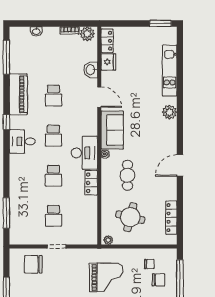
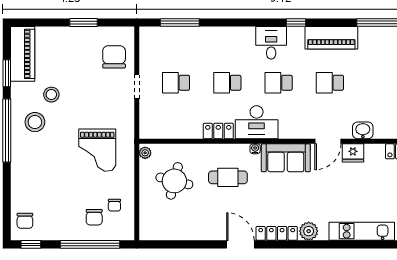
fridge: (108, 62) -> (353, 153), moved
locker: (171, 218) -> (277, 233), moved

